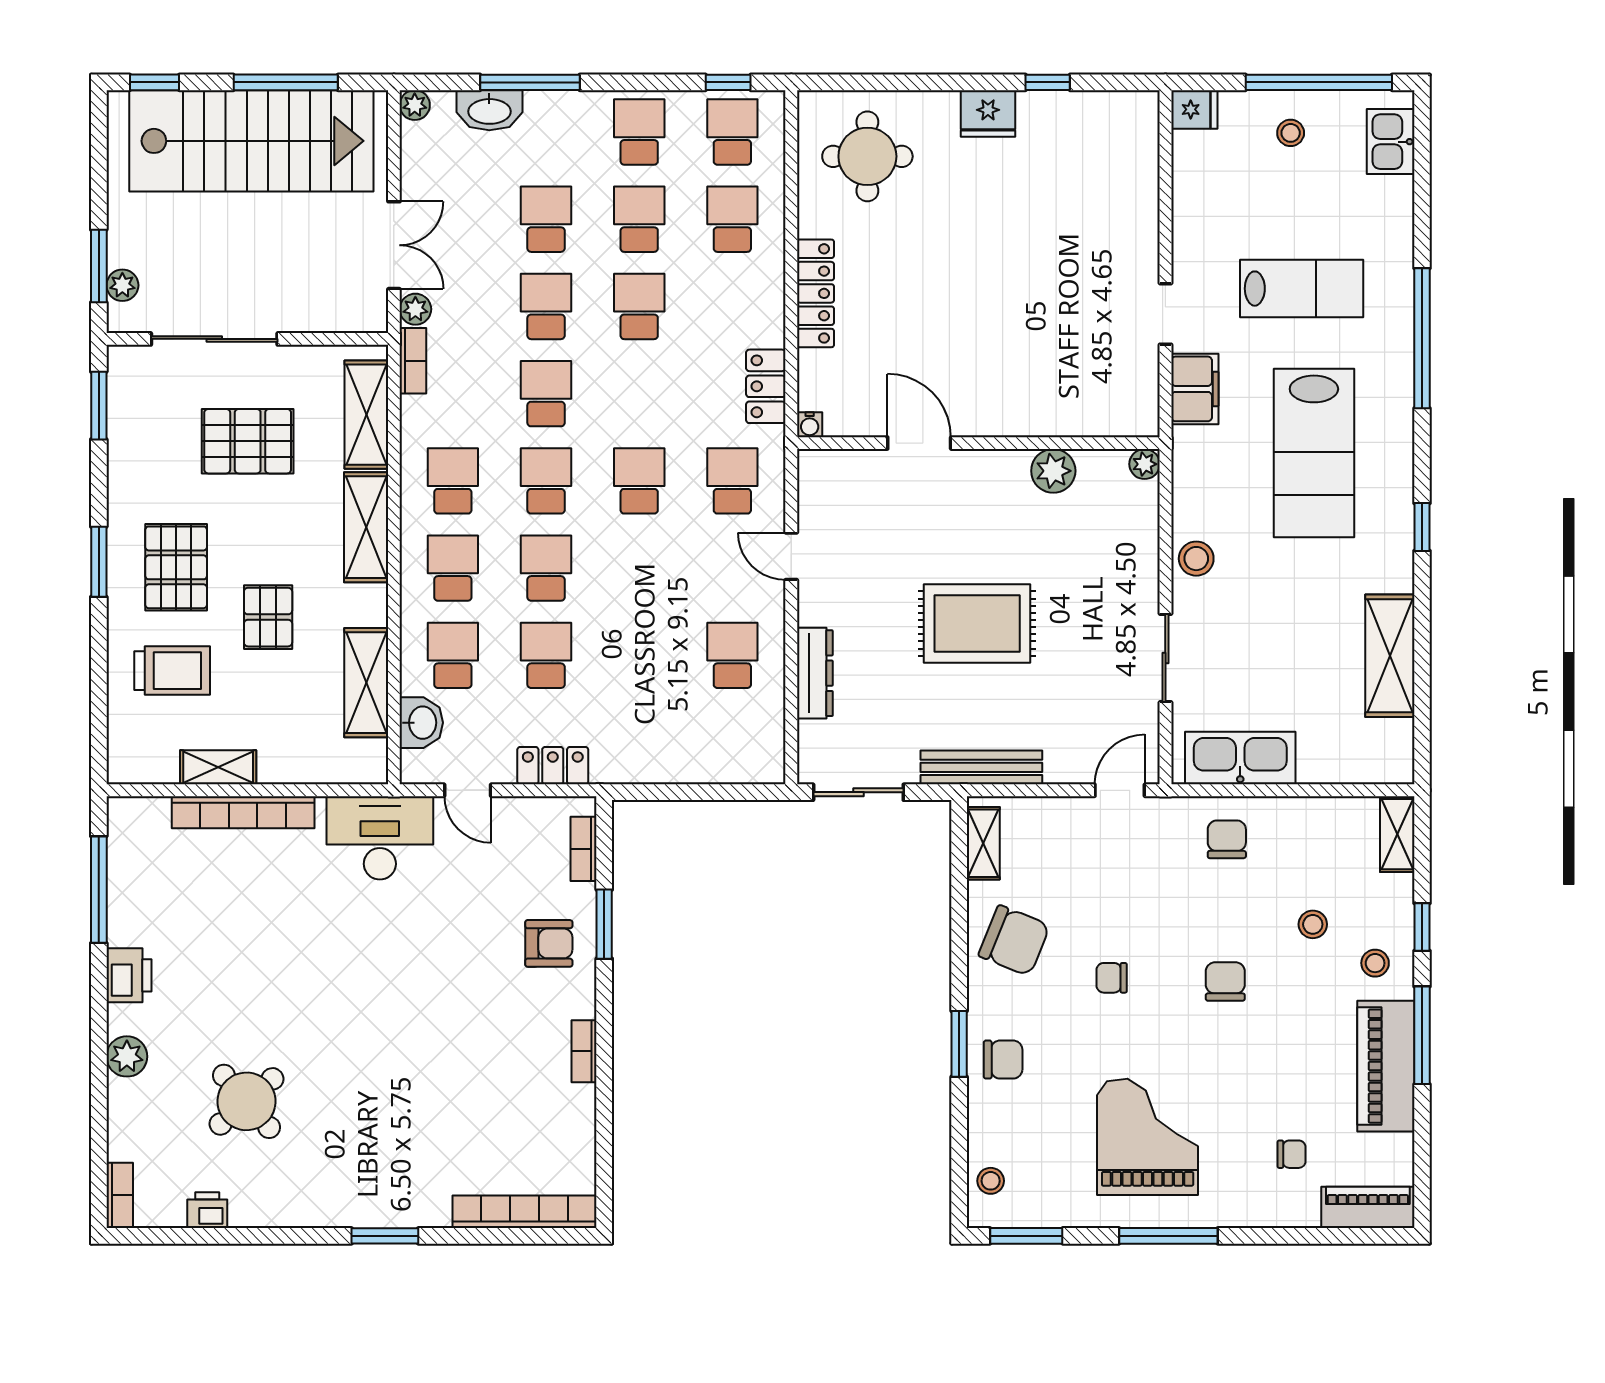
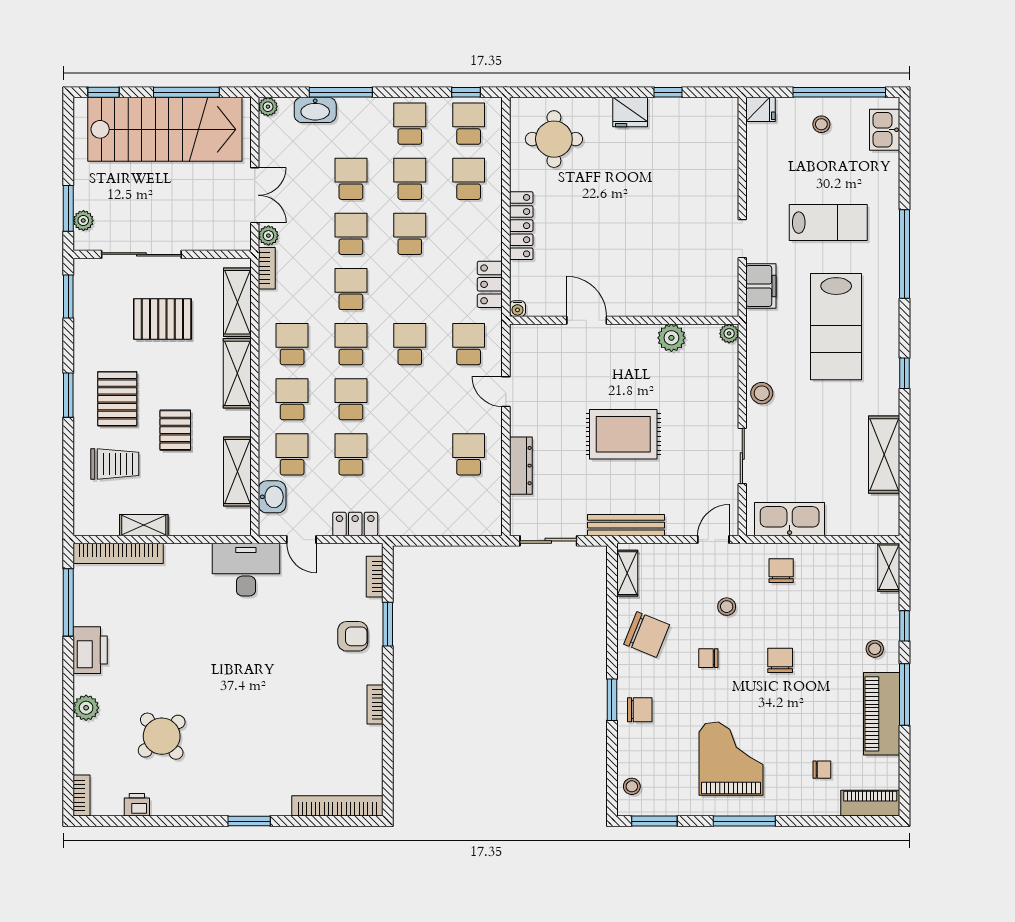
bookcase: (243, 812) -> (118, 553), moved
stool: (1313, 924) -> (727, 607), moved
printer: (129, 975) -> (90, 650), width x1.37, depth x1.19

